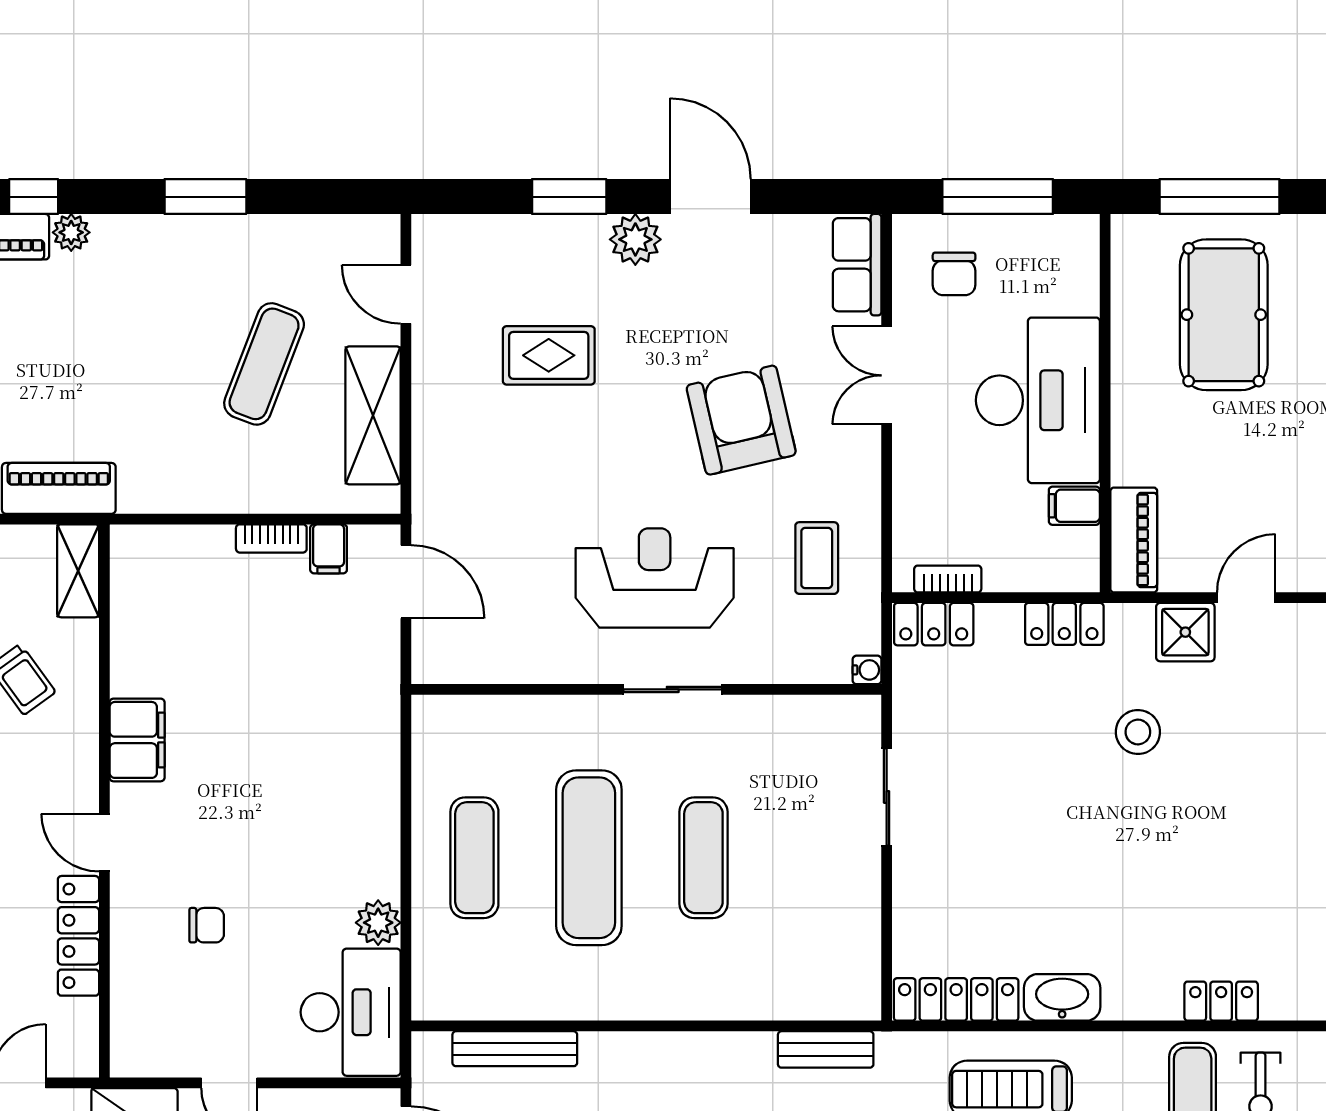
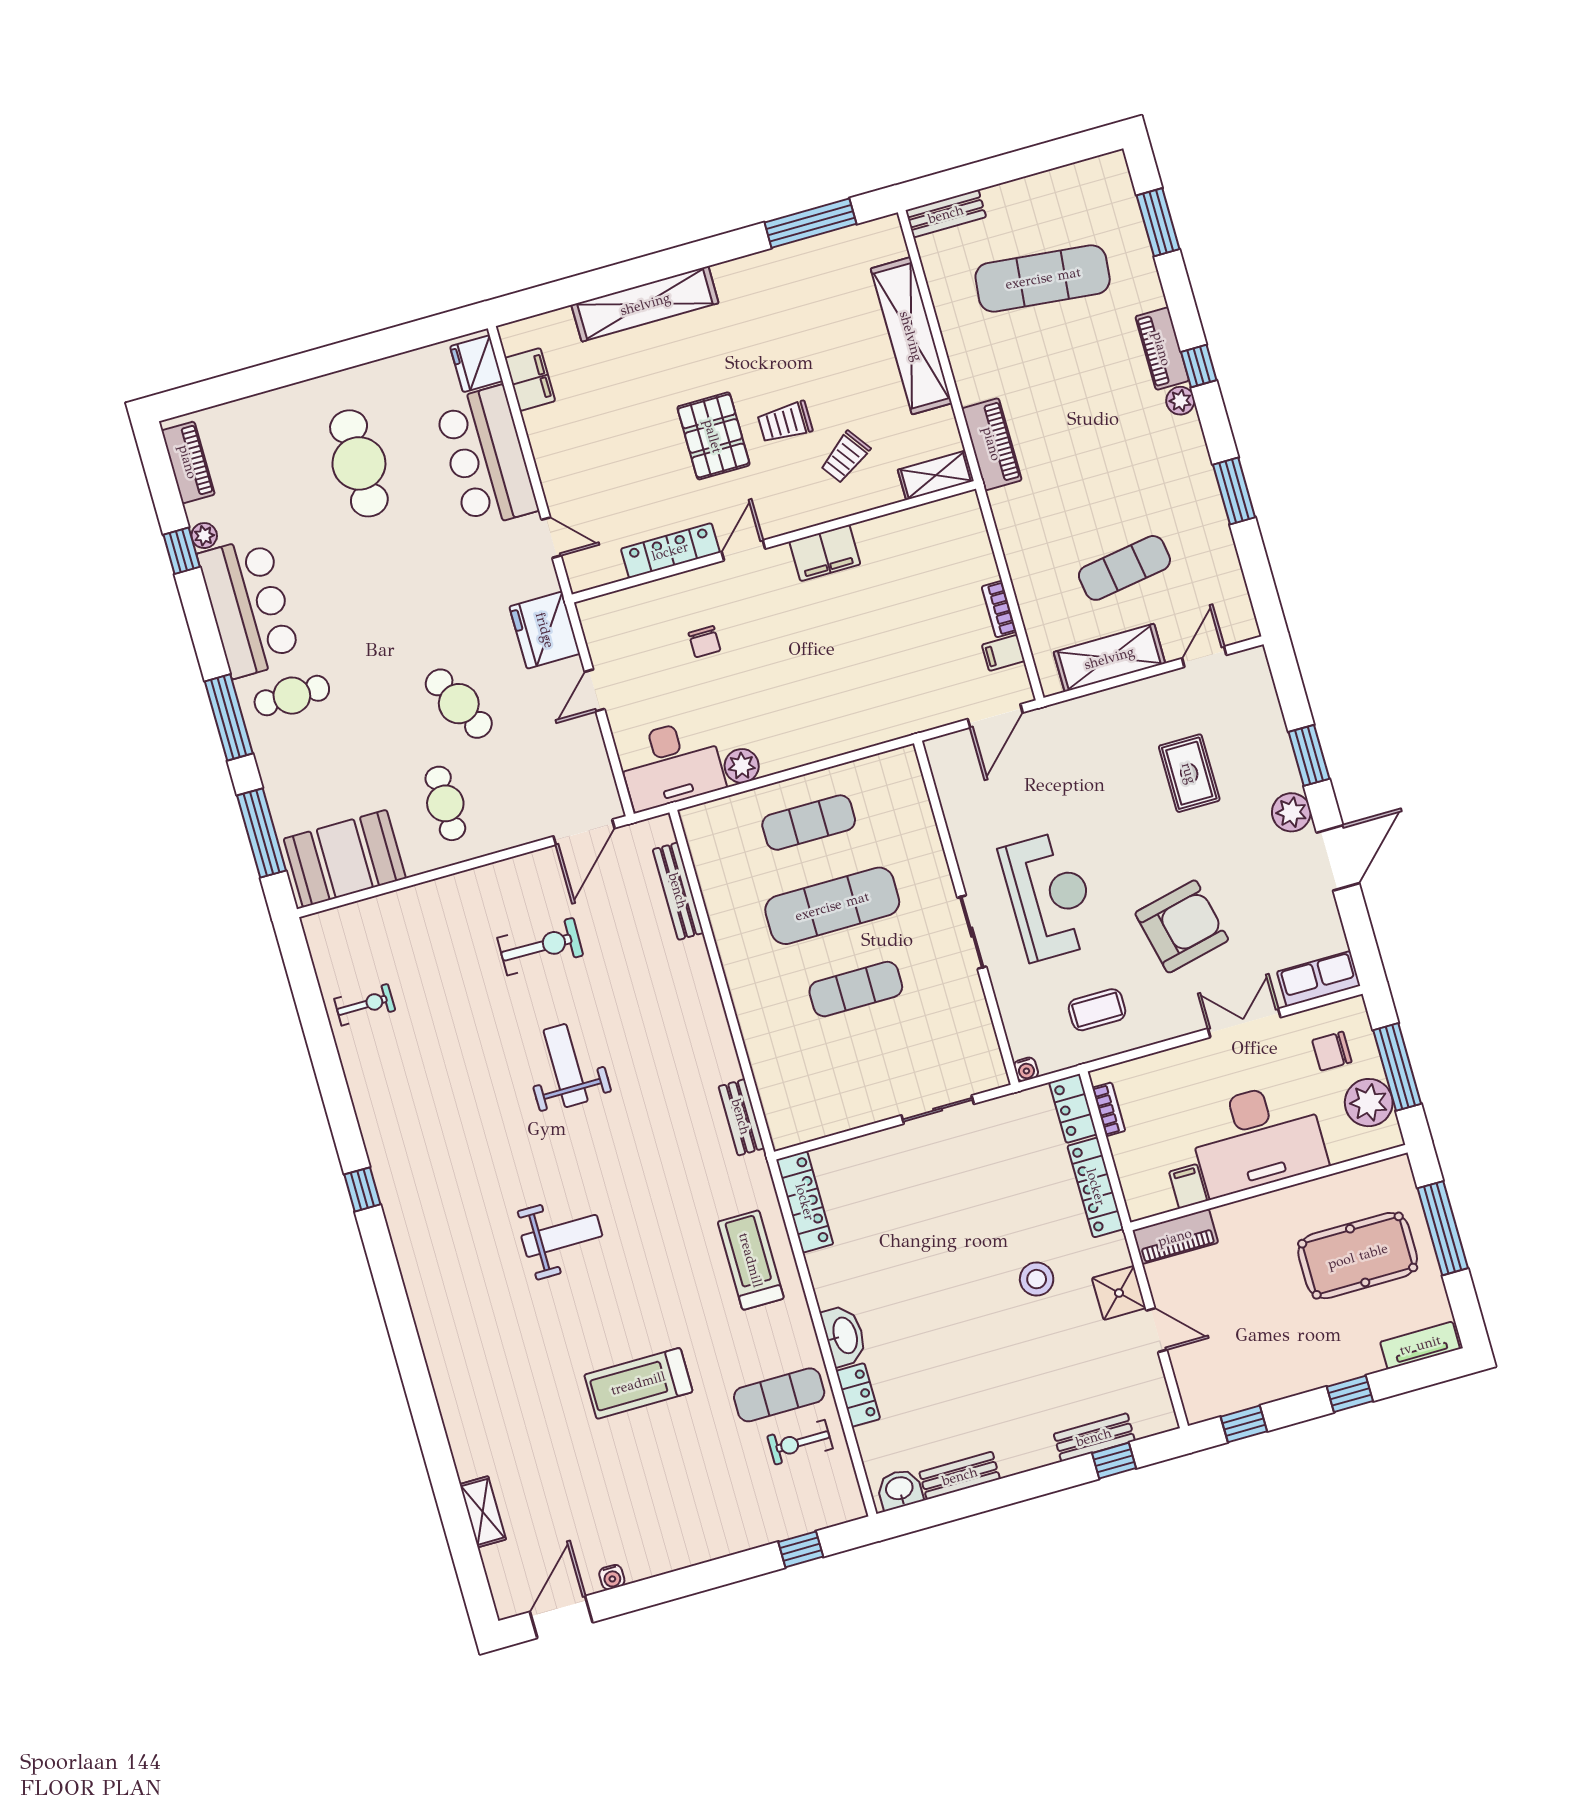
plant: (1033, 245) -> (1369, 1103), added
exercise mat: (264, 364) -> (1124, 568), turned -30
locker: (1064, 624) -> (1096, 1187), width x1.53
washbasin: (1062, 997) -> (844, 1336), moved

